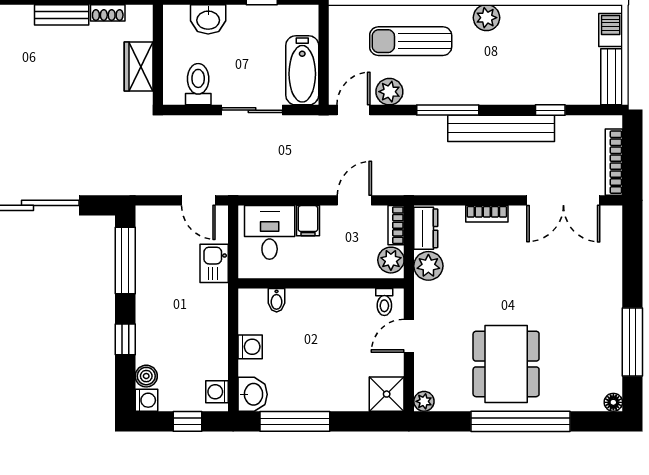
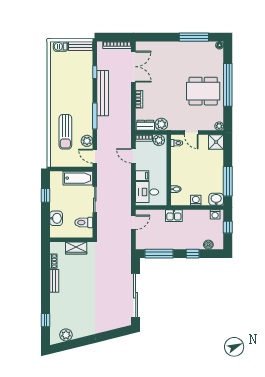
plant: (486, 18) -> (55, 99), removed
kitchen sink: (214, 263) -> (174, 216), moved
washing machine: (146, 400) -> (219, 245), removed

